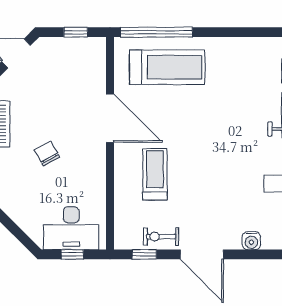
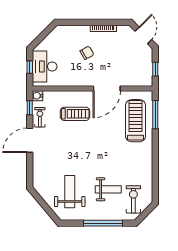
window: (156, 32) -> (155, 115), width x0.68
treadmill: (167, 67) -> (135, 121), turned 180
water cooler: (251, 241) -> (38, 96), moved

